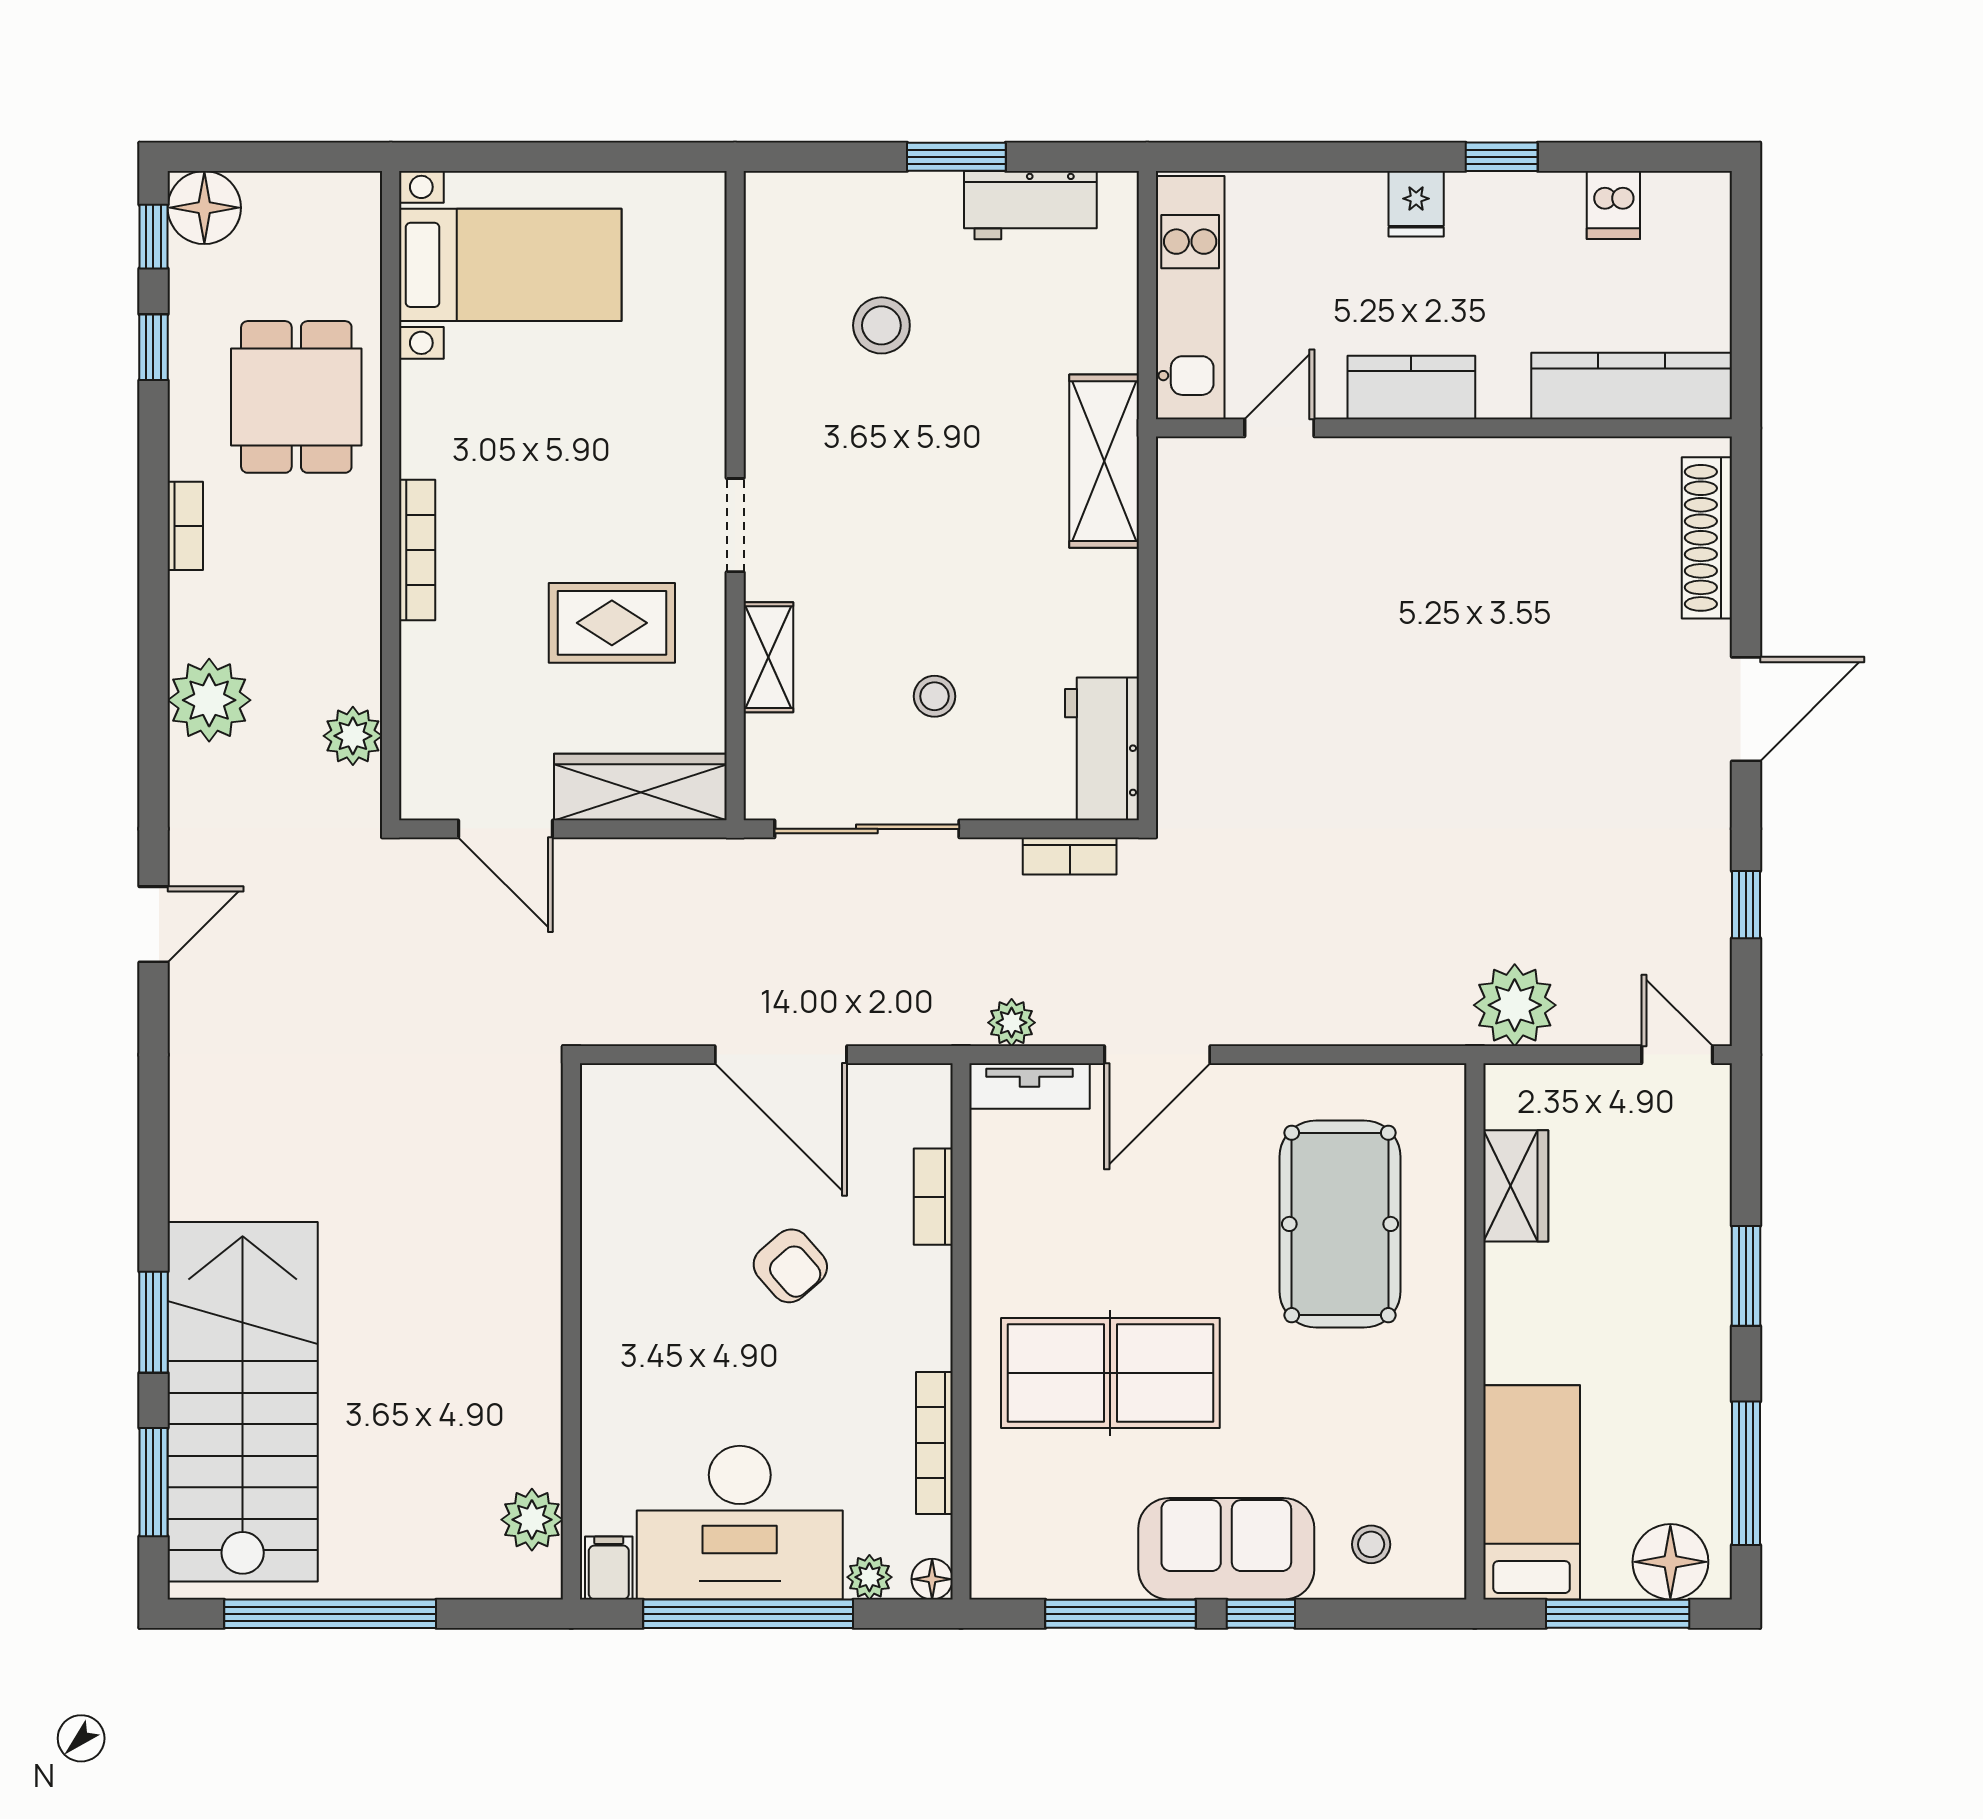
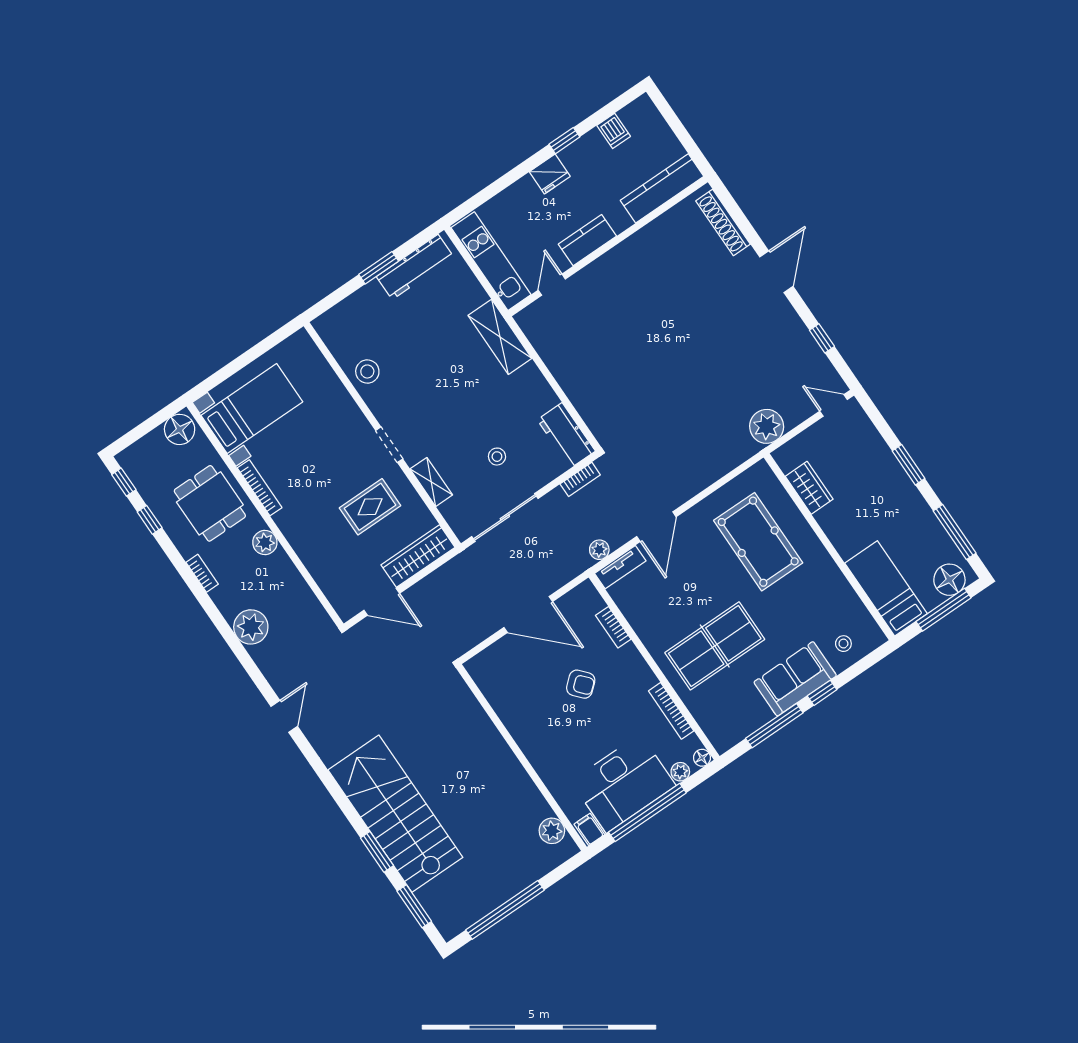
fridge: (1416, 204) -> (550, 174), width x1.38
workbench: (1030, 205) -> (415, 267), width x1.38
floor lamp: (204, 208) -> (180, 429), moved
stool: (881, 325) -> (367, 371), moved
bookcase: (417, 550) -> (260, 488), moved
plant: (353, 736) -> (265, 542), moved
stairs: (243, 1402) -> (395, 814), moved

